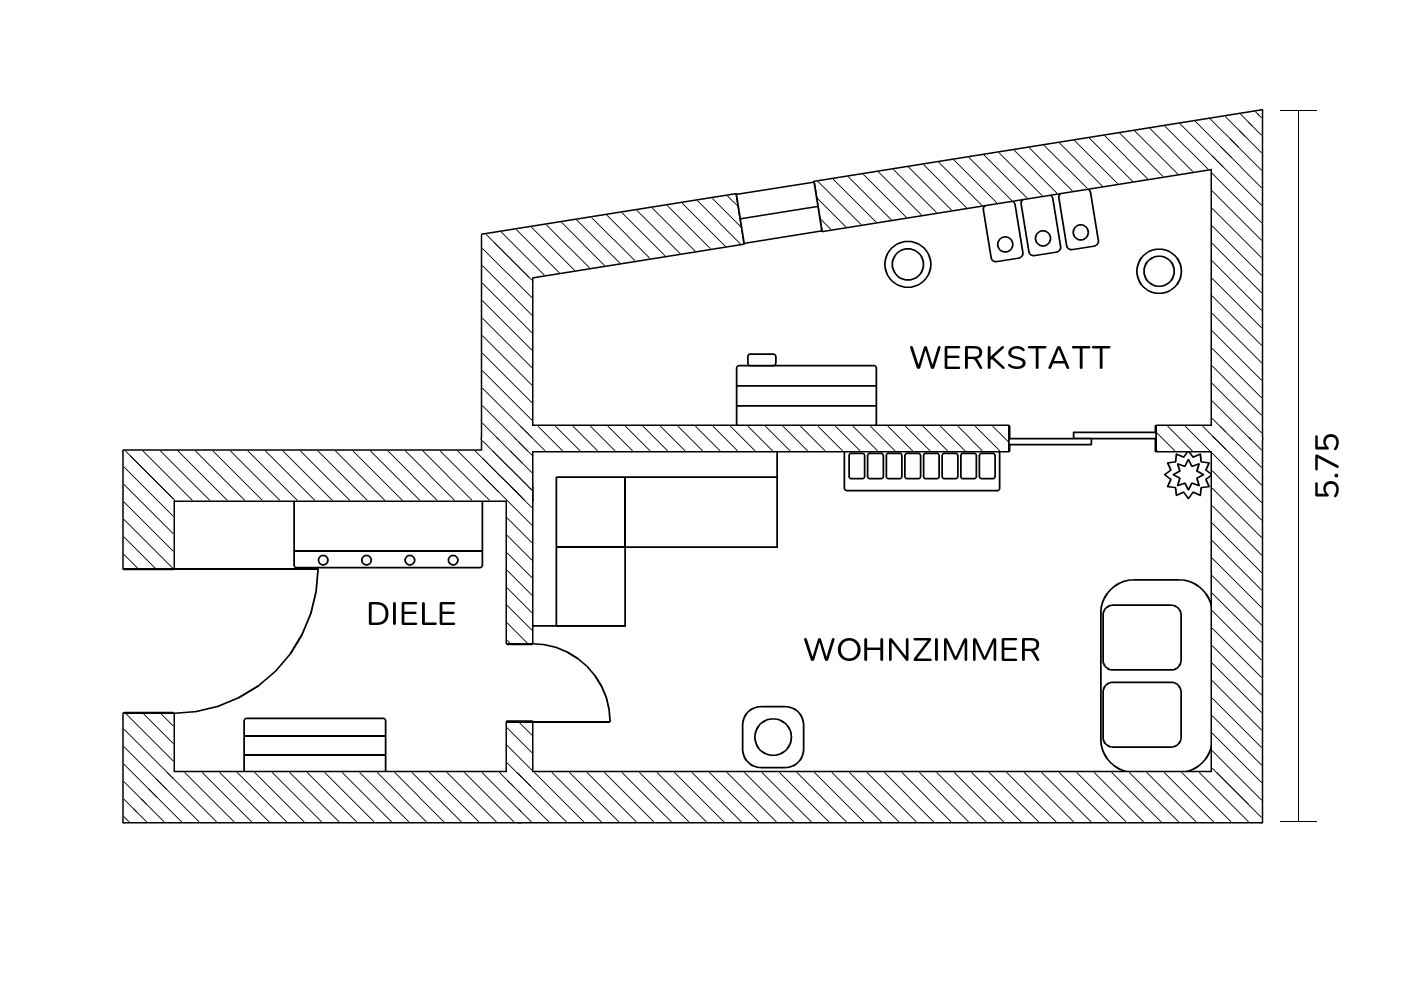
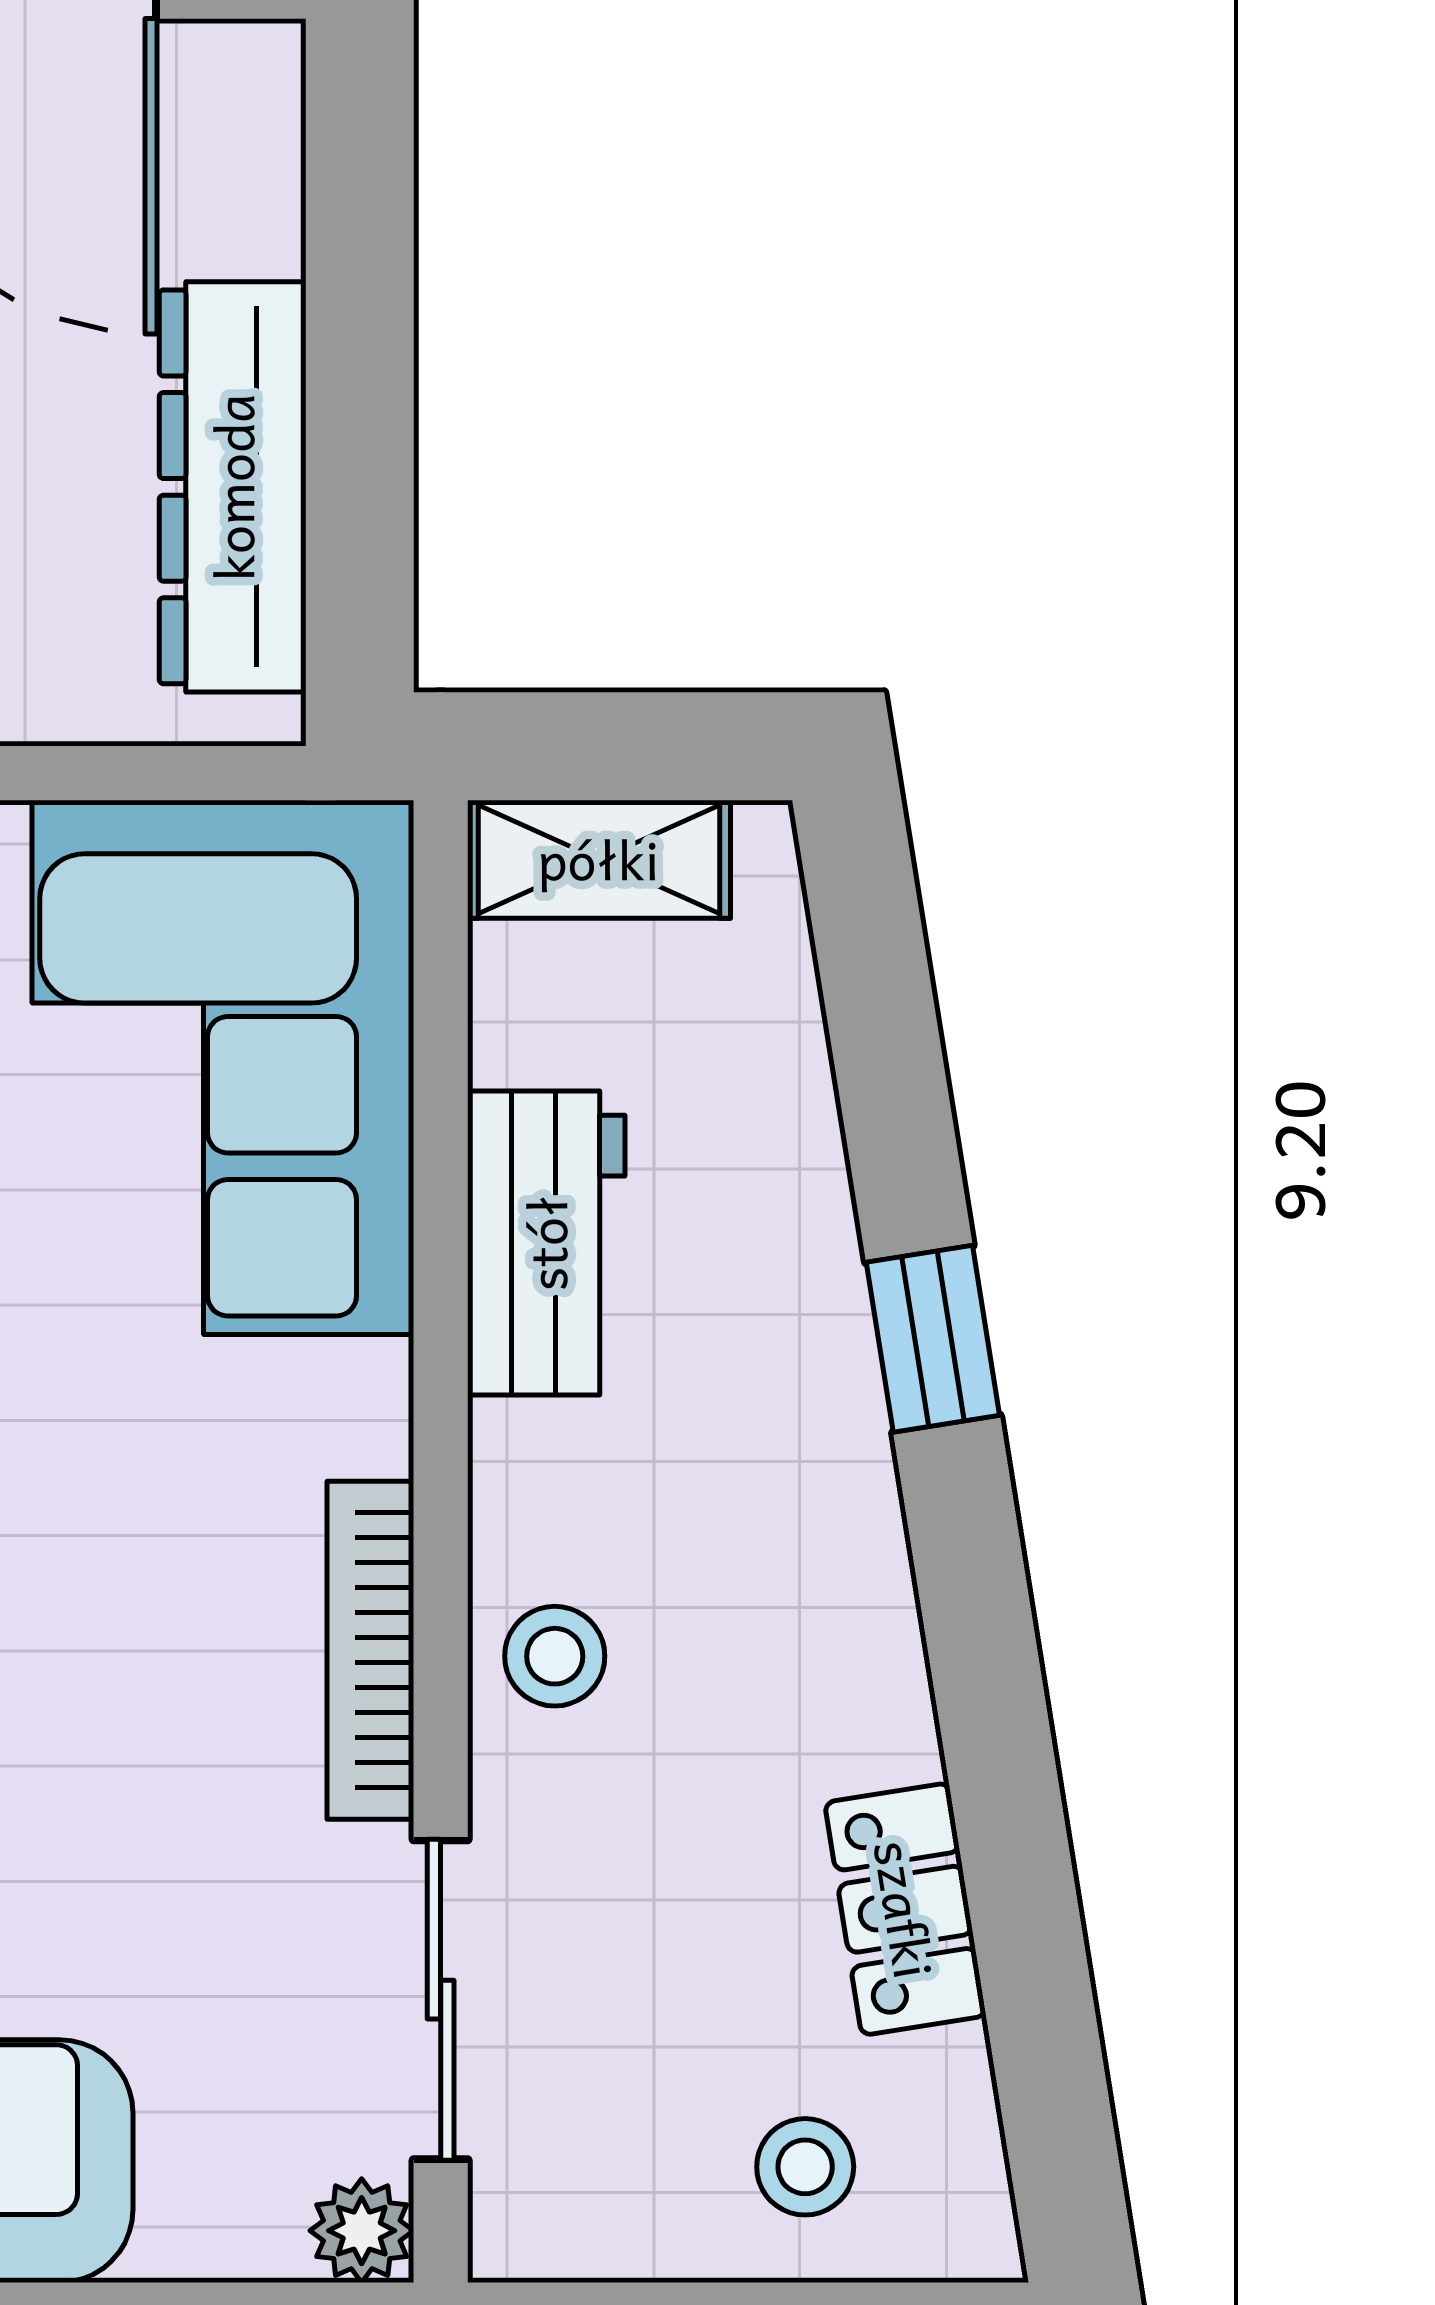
stool: (908, 264) -> (555, 1656), moved
shelving: (559, 366) -> (599, 859), added
workbench: (806, 390) -> (546, 1243), moved

